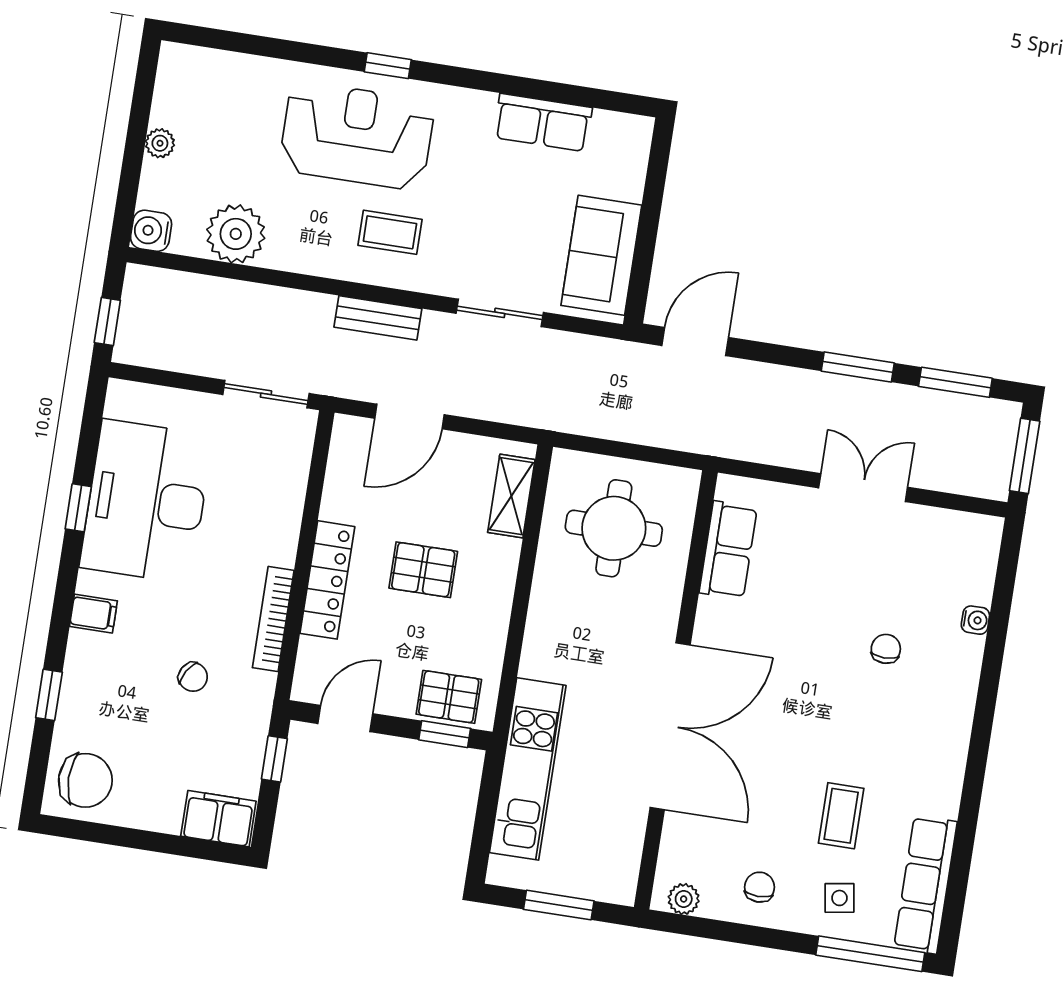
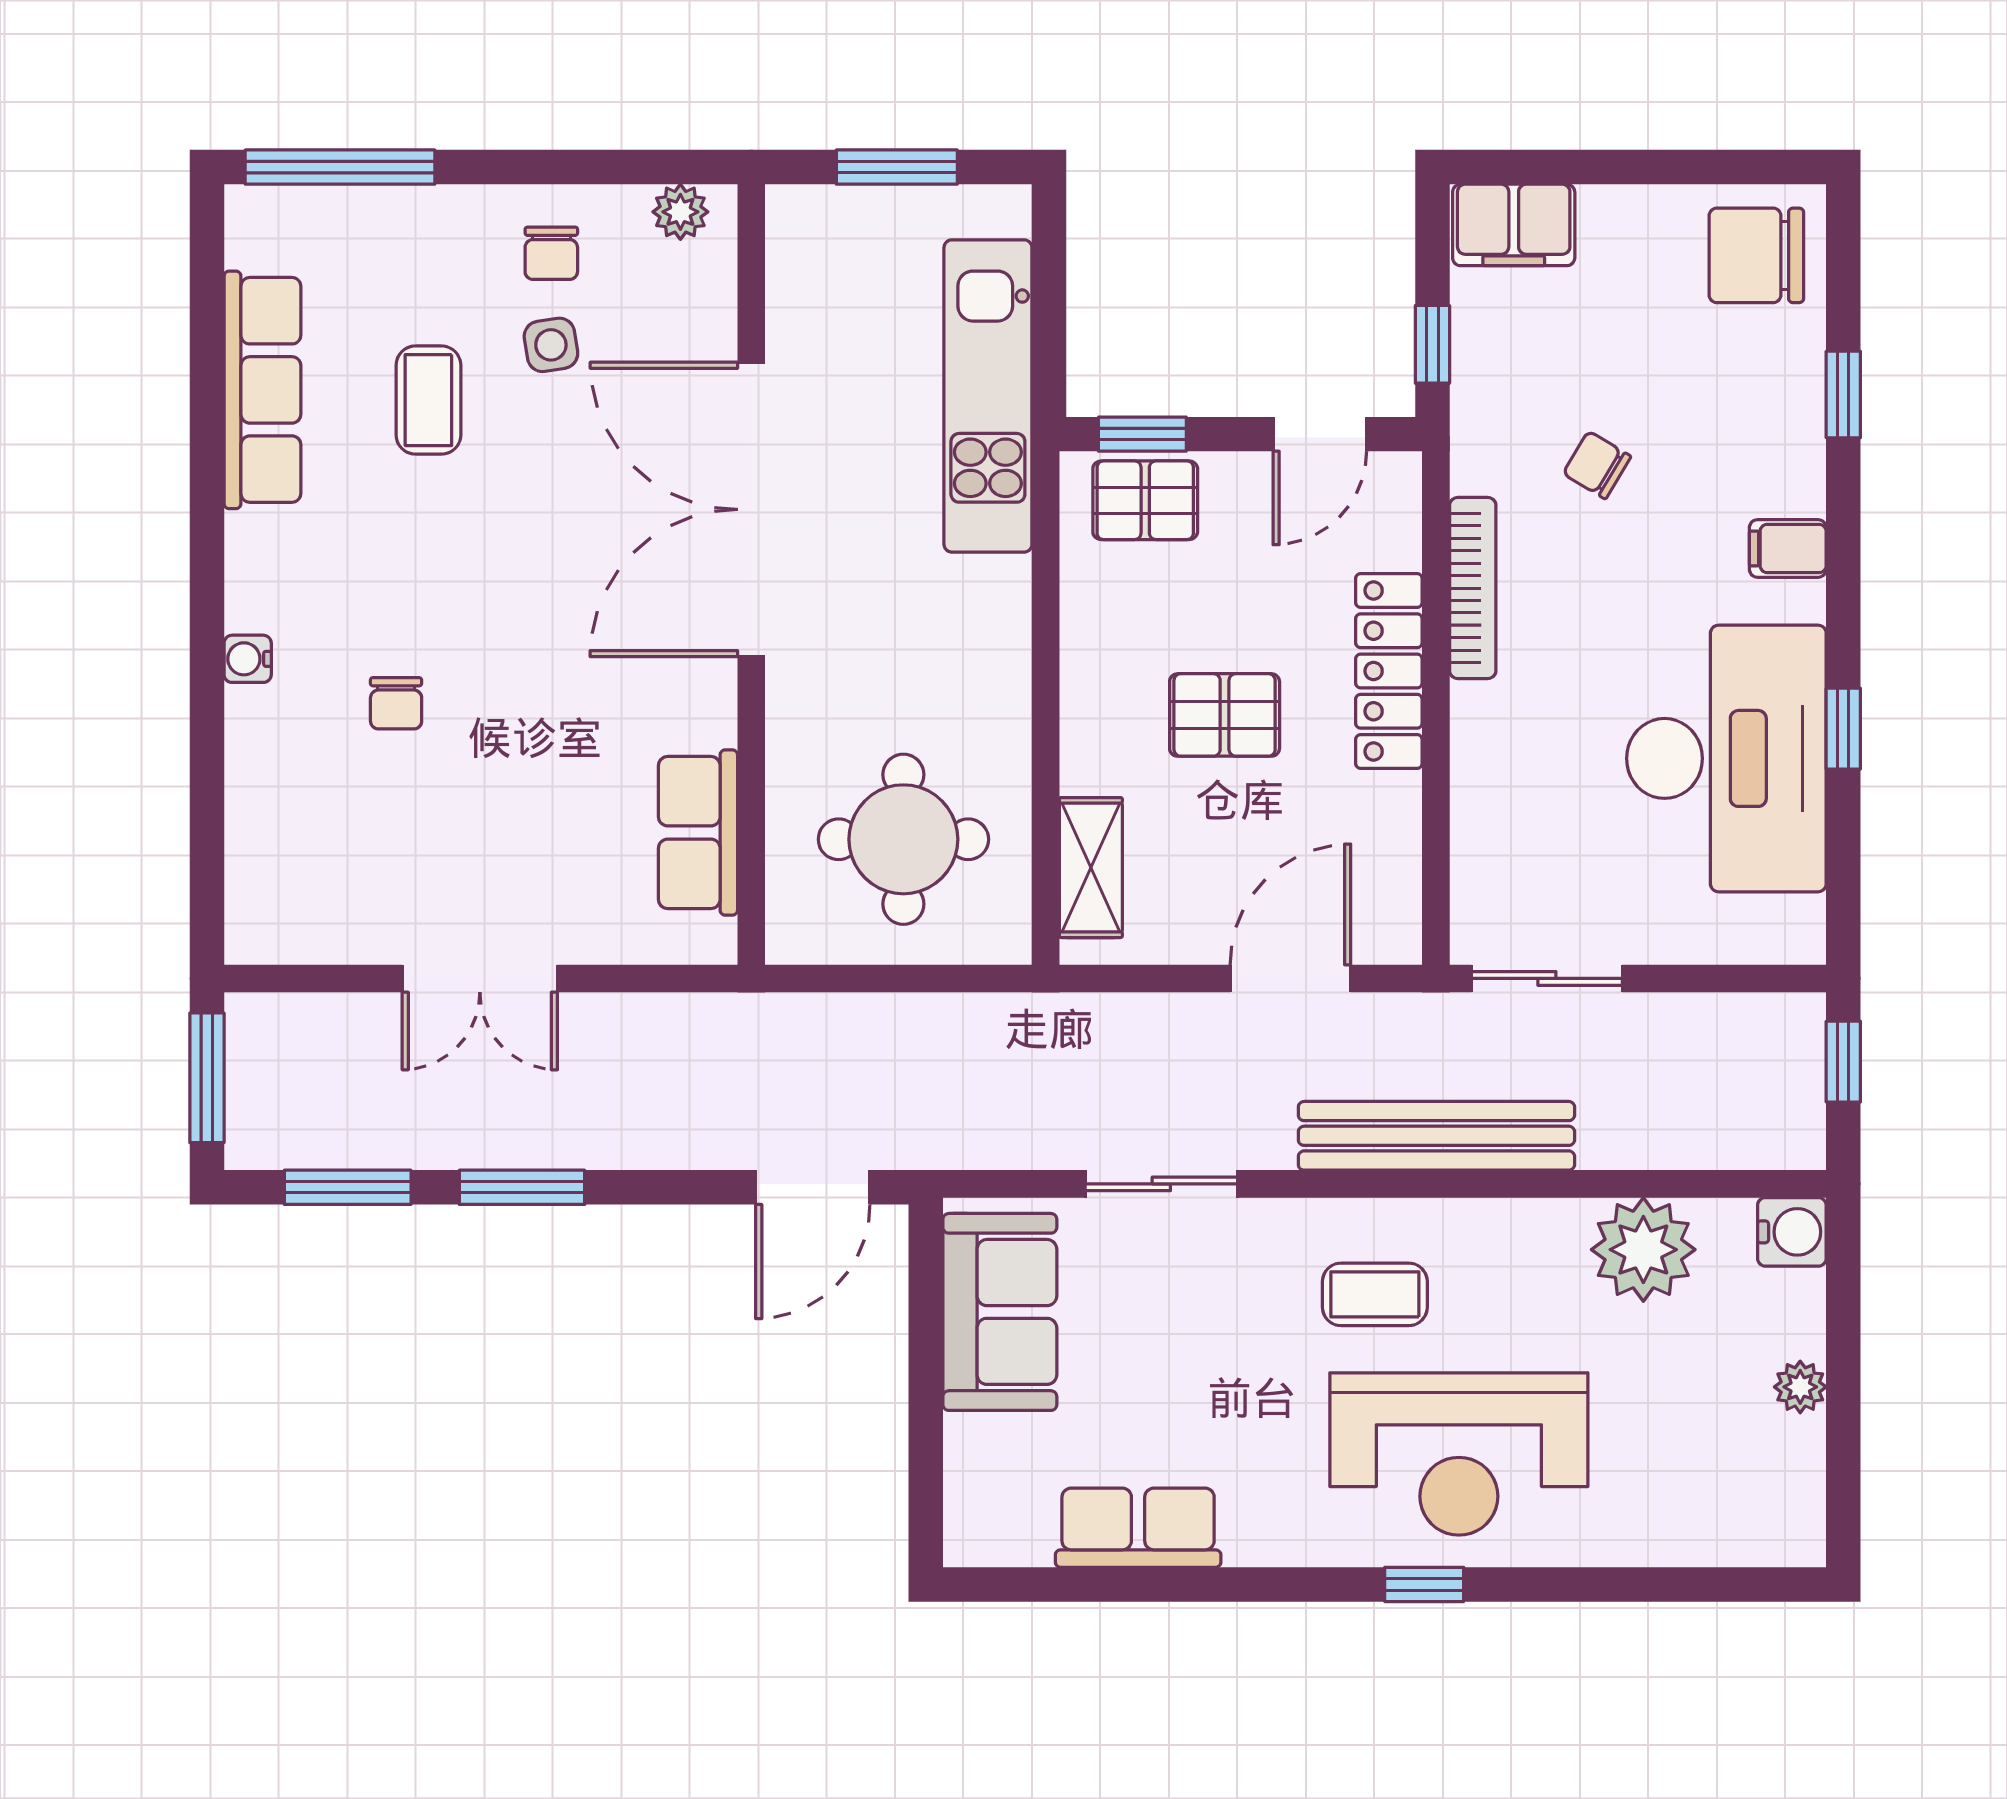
bench: (378, 318) -> (1436, 1136), width x1.86, depth x1.21
water cooler: (975, 620) -> (248, 659), moved
row of seats: (926, 885) -> (262, 390), moved
side table: (839, 898) -> (551, 345), moved

